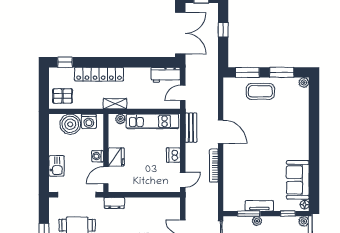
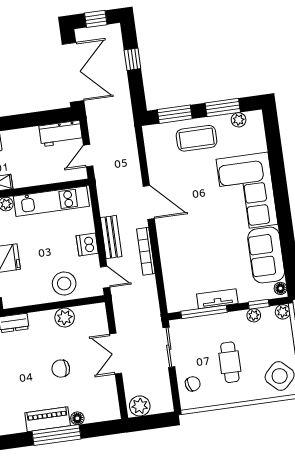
plant: (304, 83) -> (239, 120), moved
bench: (191, 128) -> (111, 237), moved
corner sofa: (291, 134) -> (247, 192), added
stool: (153, 180) -> (64, 283), added
door: (183, 180) -> (105, 277), hinge flipped
plant: (151, 204) -> (65, 318), added
window: (249, 214) -> (204, 312), width x1.44
plant: (257, 221) -> (254, 315), moved

